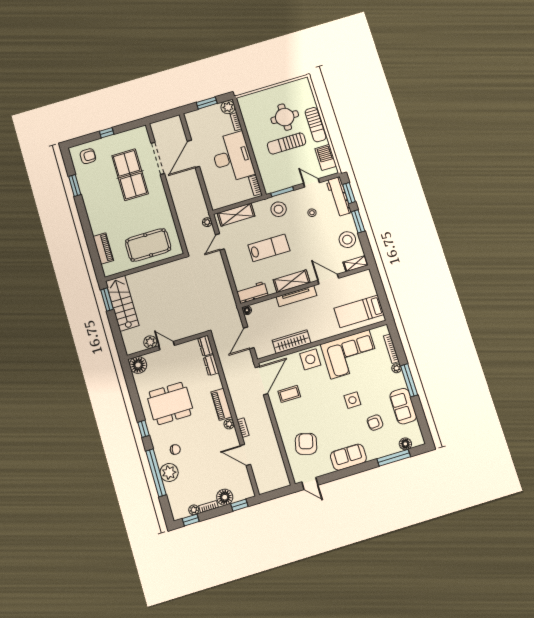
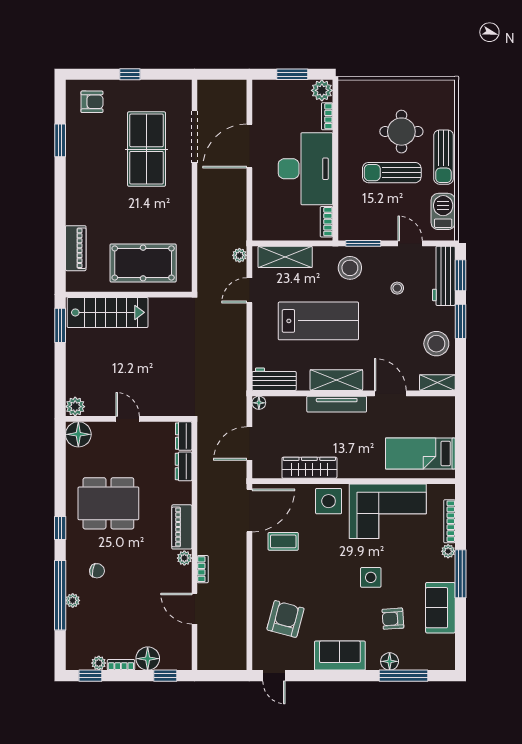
lab bench: (269, 248) -> (318, 321), width x1.36, depth x1.39
stairs: (122, 303) -> (108, 312), moved, turned 90
plant: (150, 342) -> (75, 407), moved
floor lamp: (405, 444) -> (390, 661), moved
plant: (169, 473) -> (73, 600), width x0.53, depth x0.53

